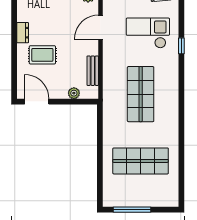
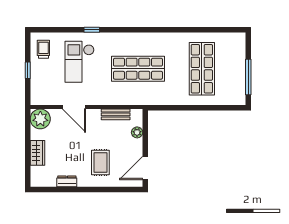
dresser: (23, 33) -> (67, 181), moved

